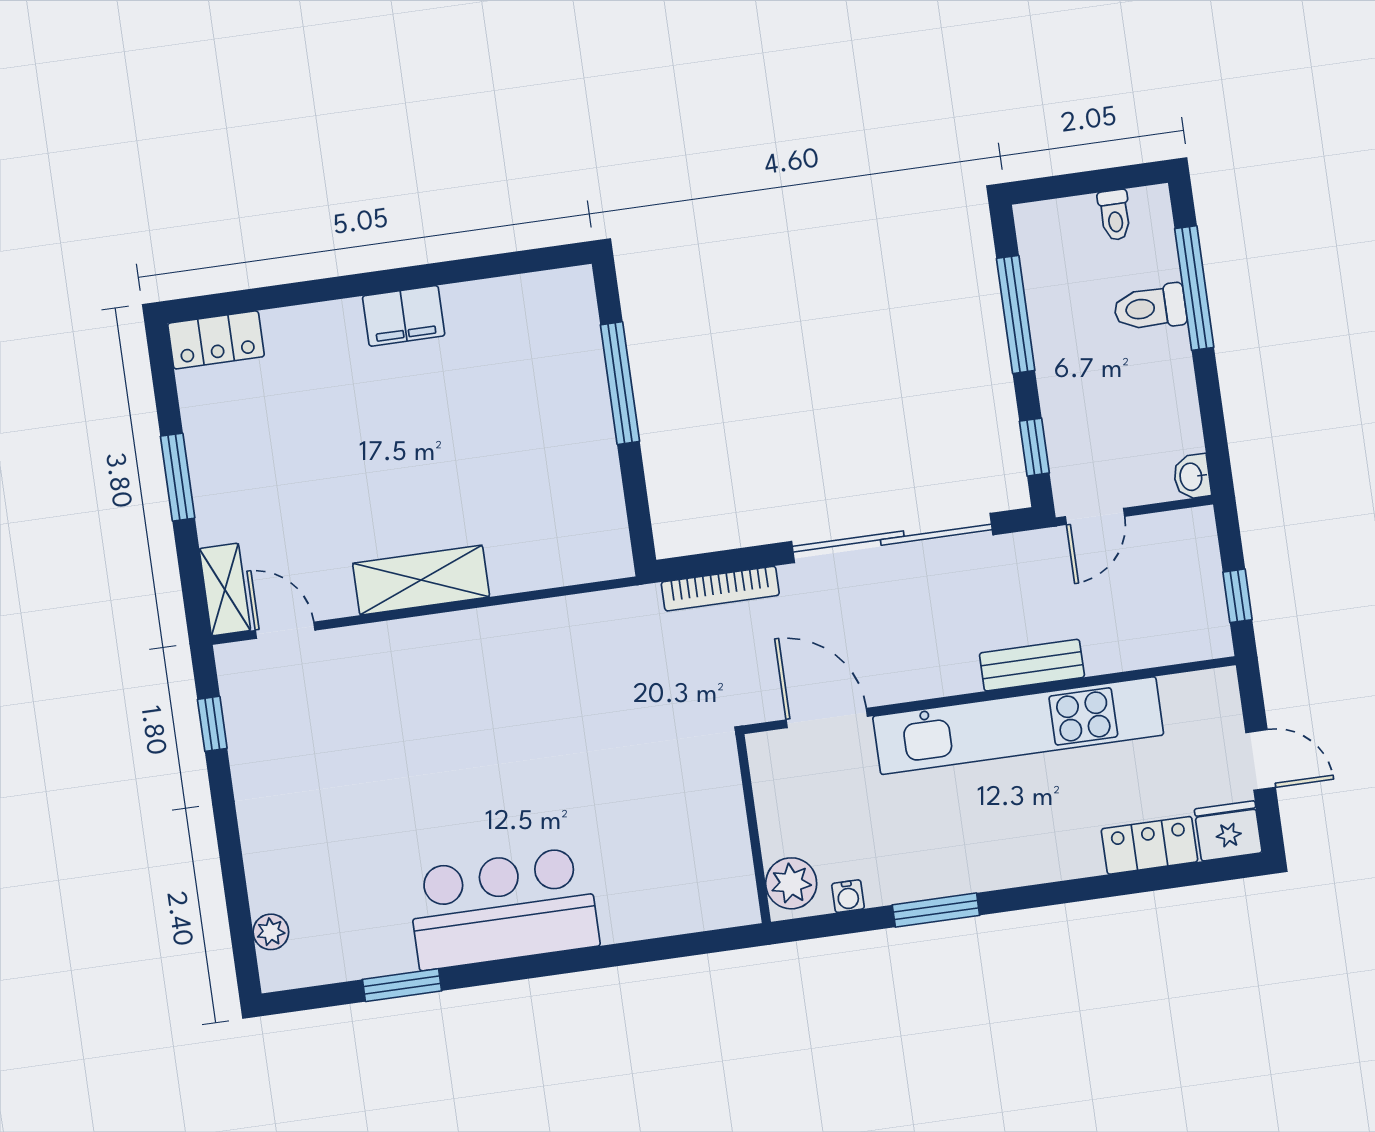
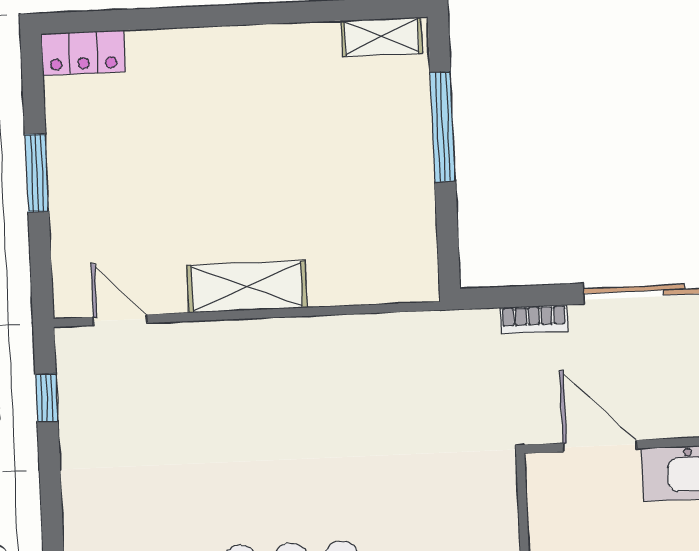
filing cabinet: (404, 316) -> (254, 48), removed
bookcase: (720, 589) -> (534, 319), width x0.64
shelving: (225, 590) -> (382, 37), moved, turned 90

